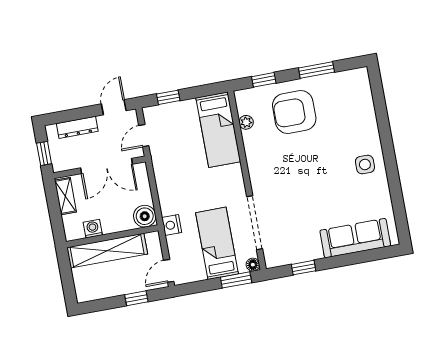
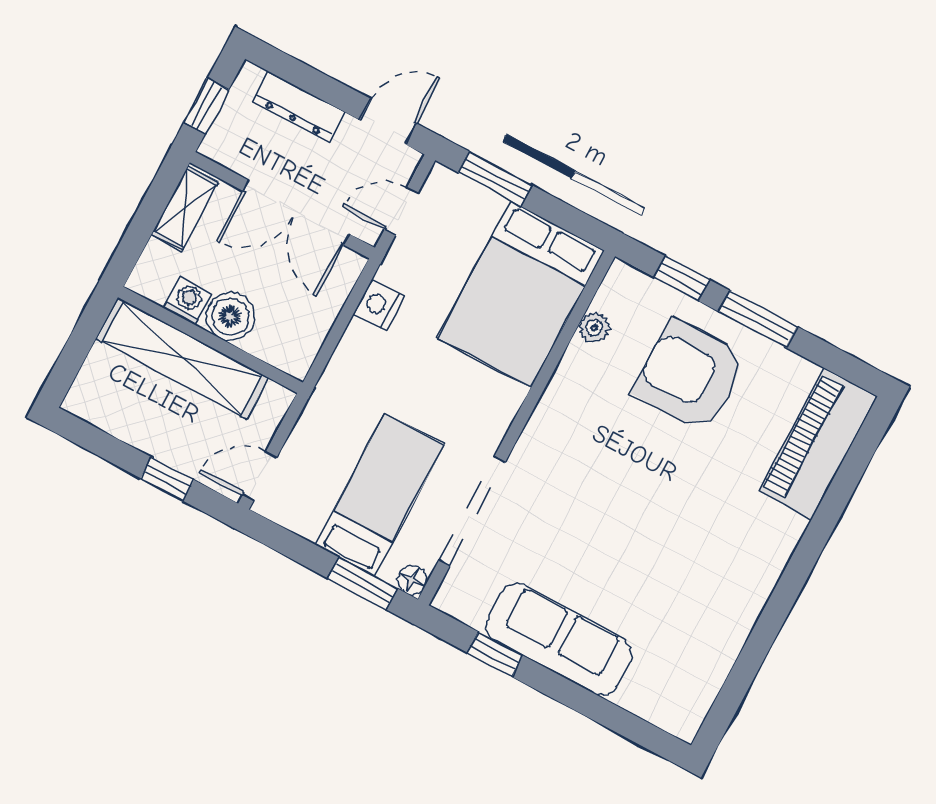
window: (316, 70) -> (758, 319), moved
window: (168, 97) -> (495, 179), width x1.50
piano: (359, 100) -> (818, 444), added
bed: (218, 130) -> (521, 294), width x1.50
side table: (365, 165) -> (740, 561), removed
boiler: (145, 216) -> (230, 316), moved
nightstand: (172, 225) -> (379, 305), moved
sofa: (355, 238) -> (559, 640), moved

